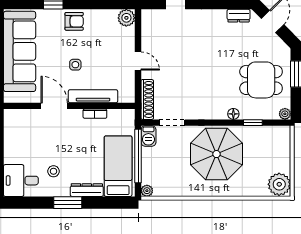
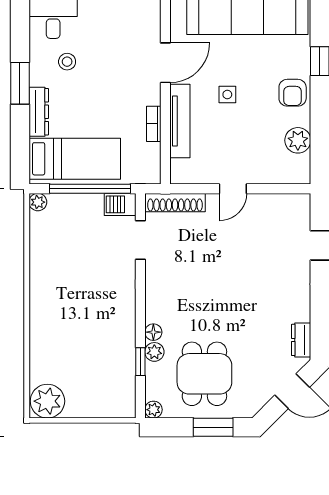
plant: (126, 18) -> (298, 140), moved
plant: (247, 113) -> (154, 352), added
parasol: (216, 154) -> (93, 307), removed

